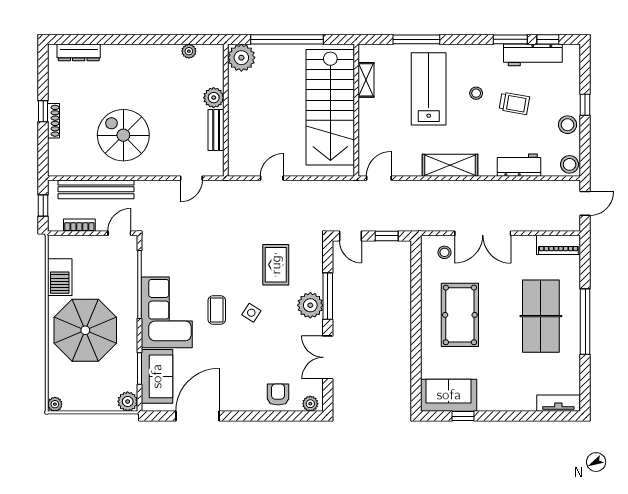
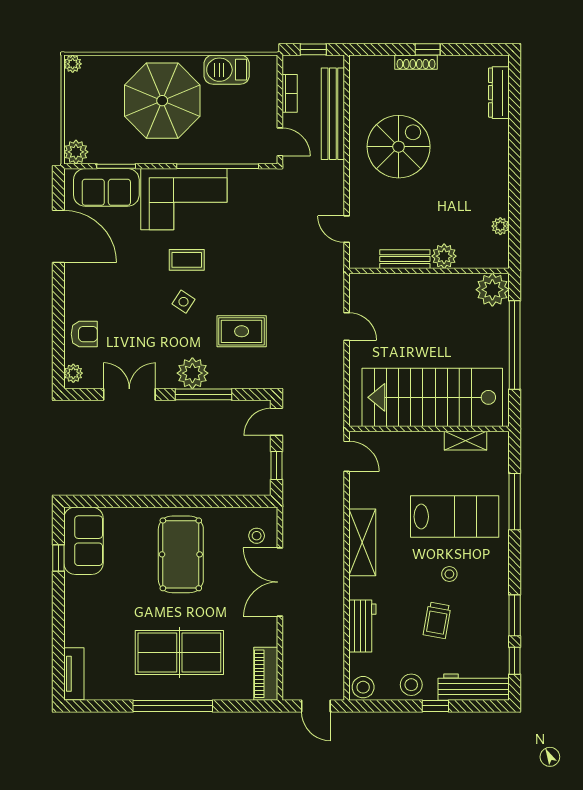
workbench: (533, 55) -> (474, 687), moved, turned 90
pool table: (460, 315) -> (181, 554), turned 90

